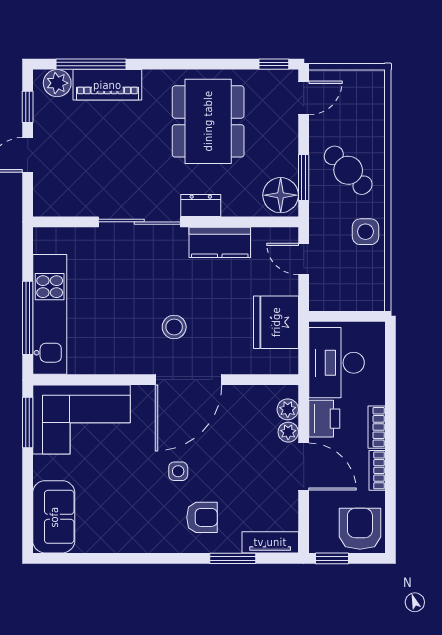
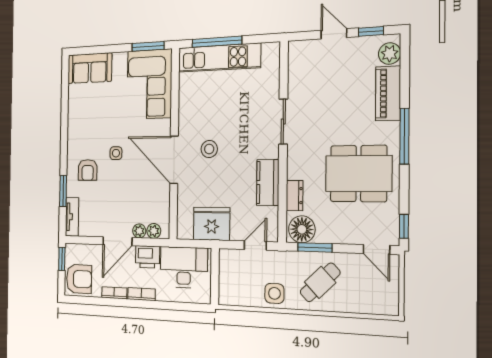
window: (91, 64) -> (404, 136), moved
dresser: (201, 205) -> (295, 196), moved
sliding door: (139, 222) -> (283, 122), width x0.73

